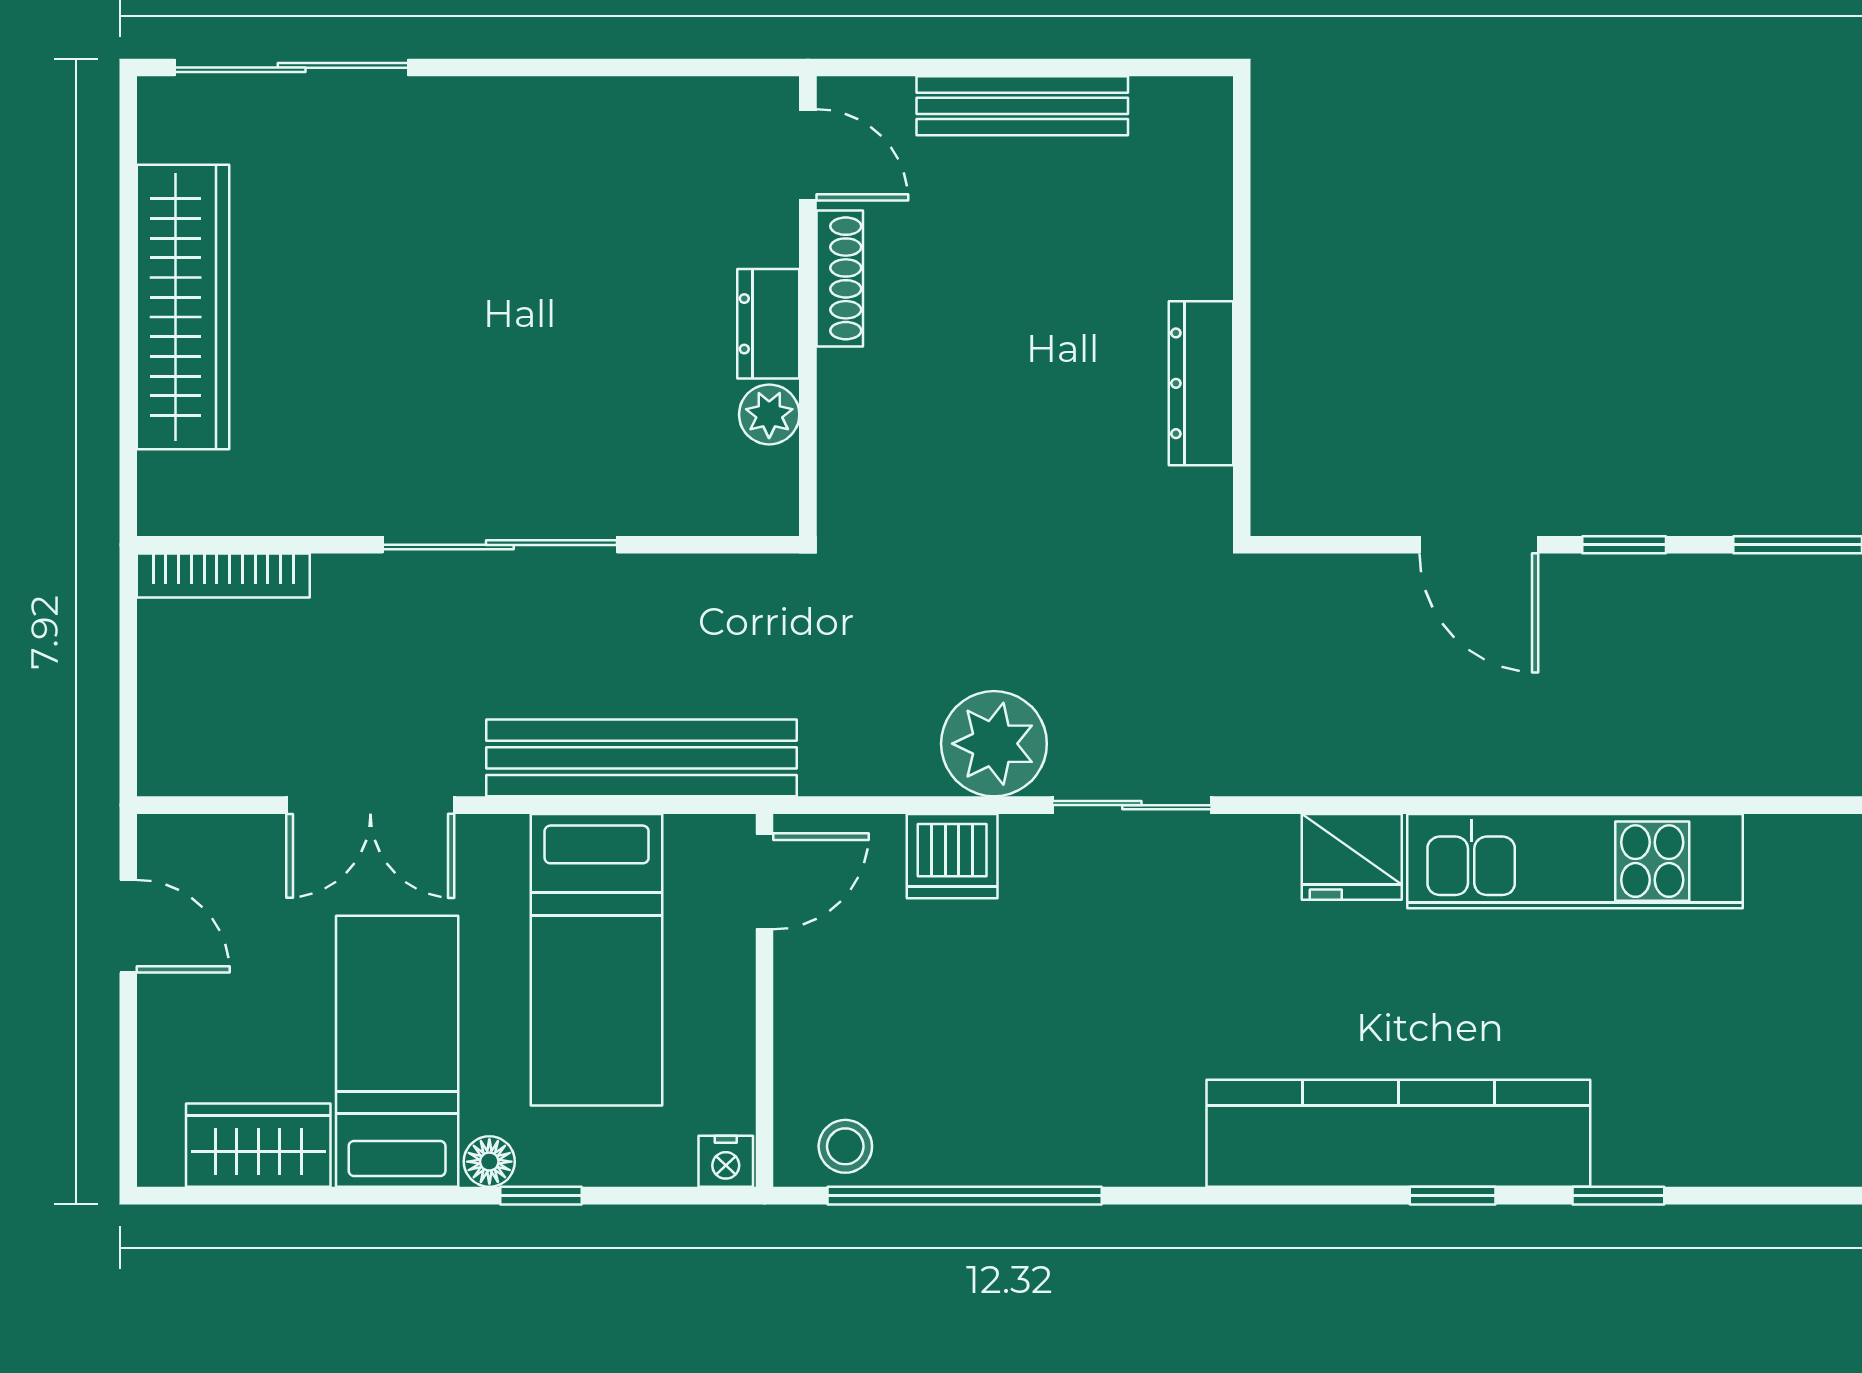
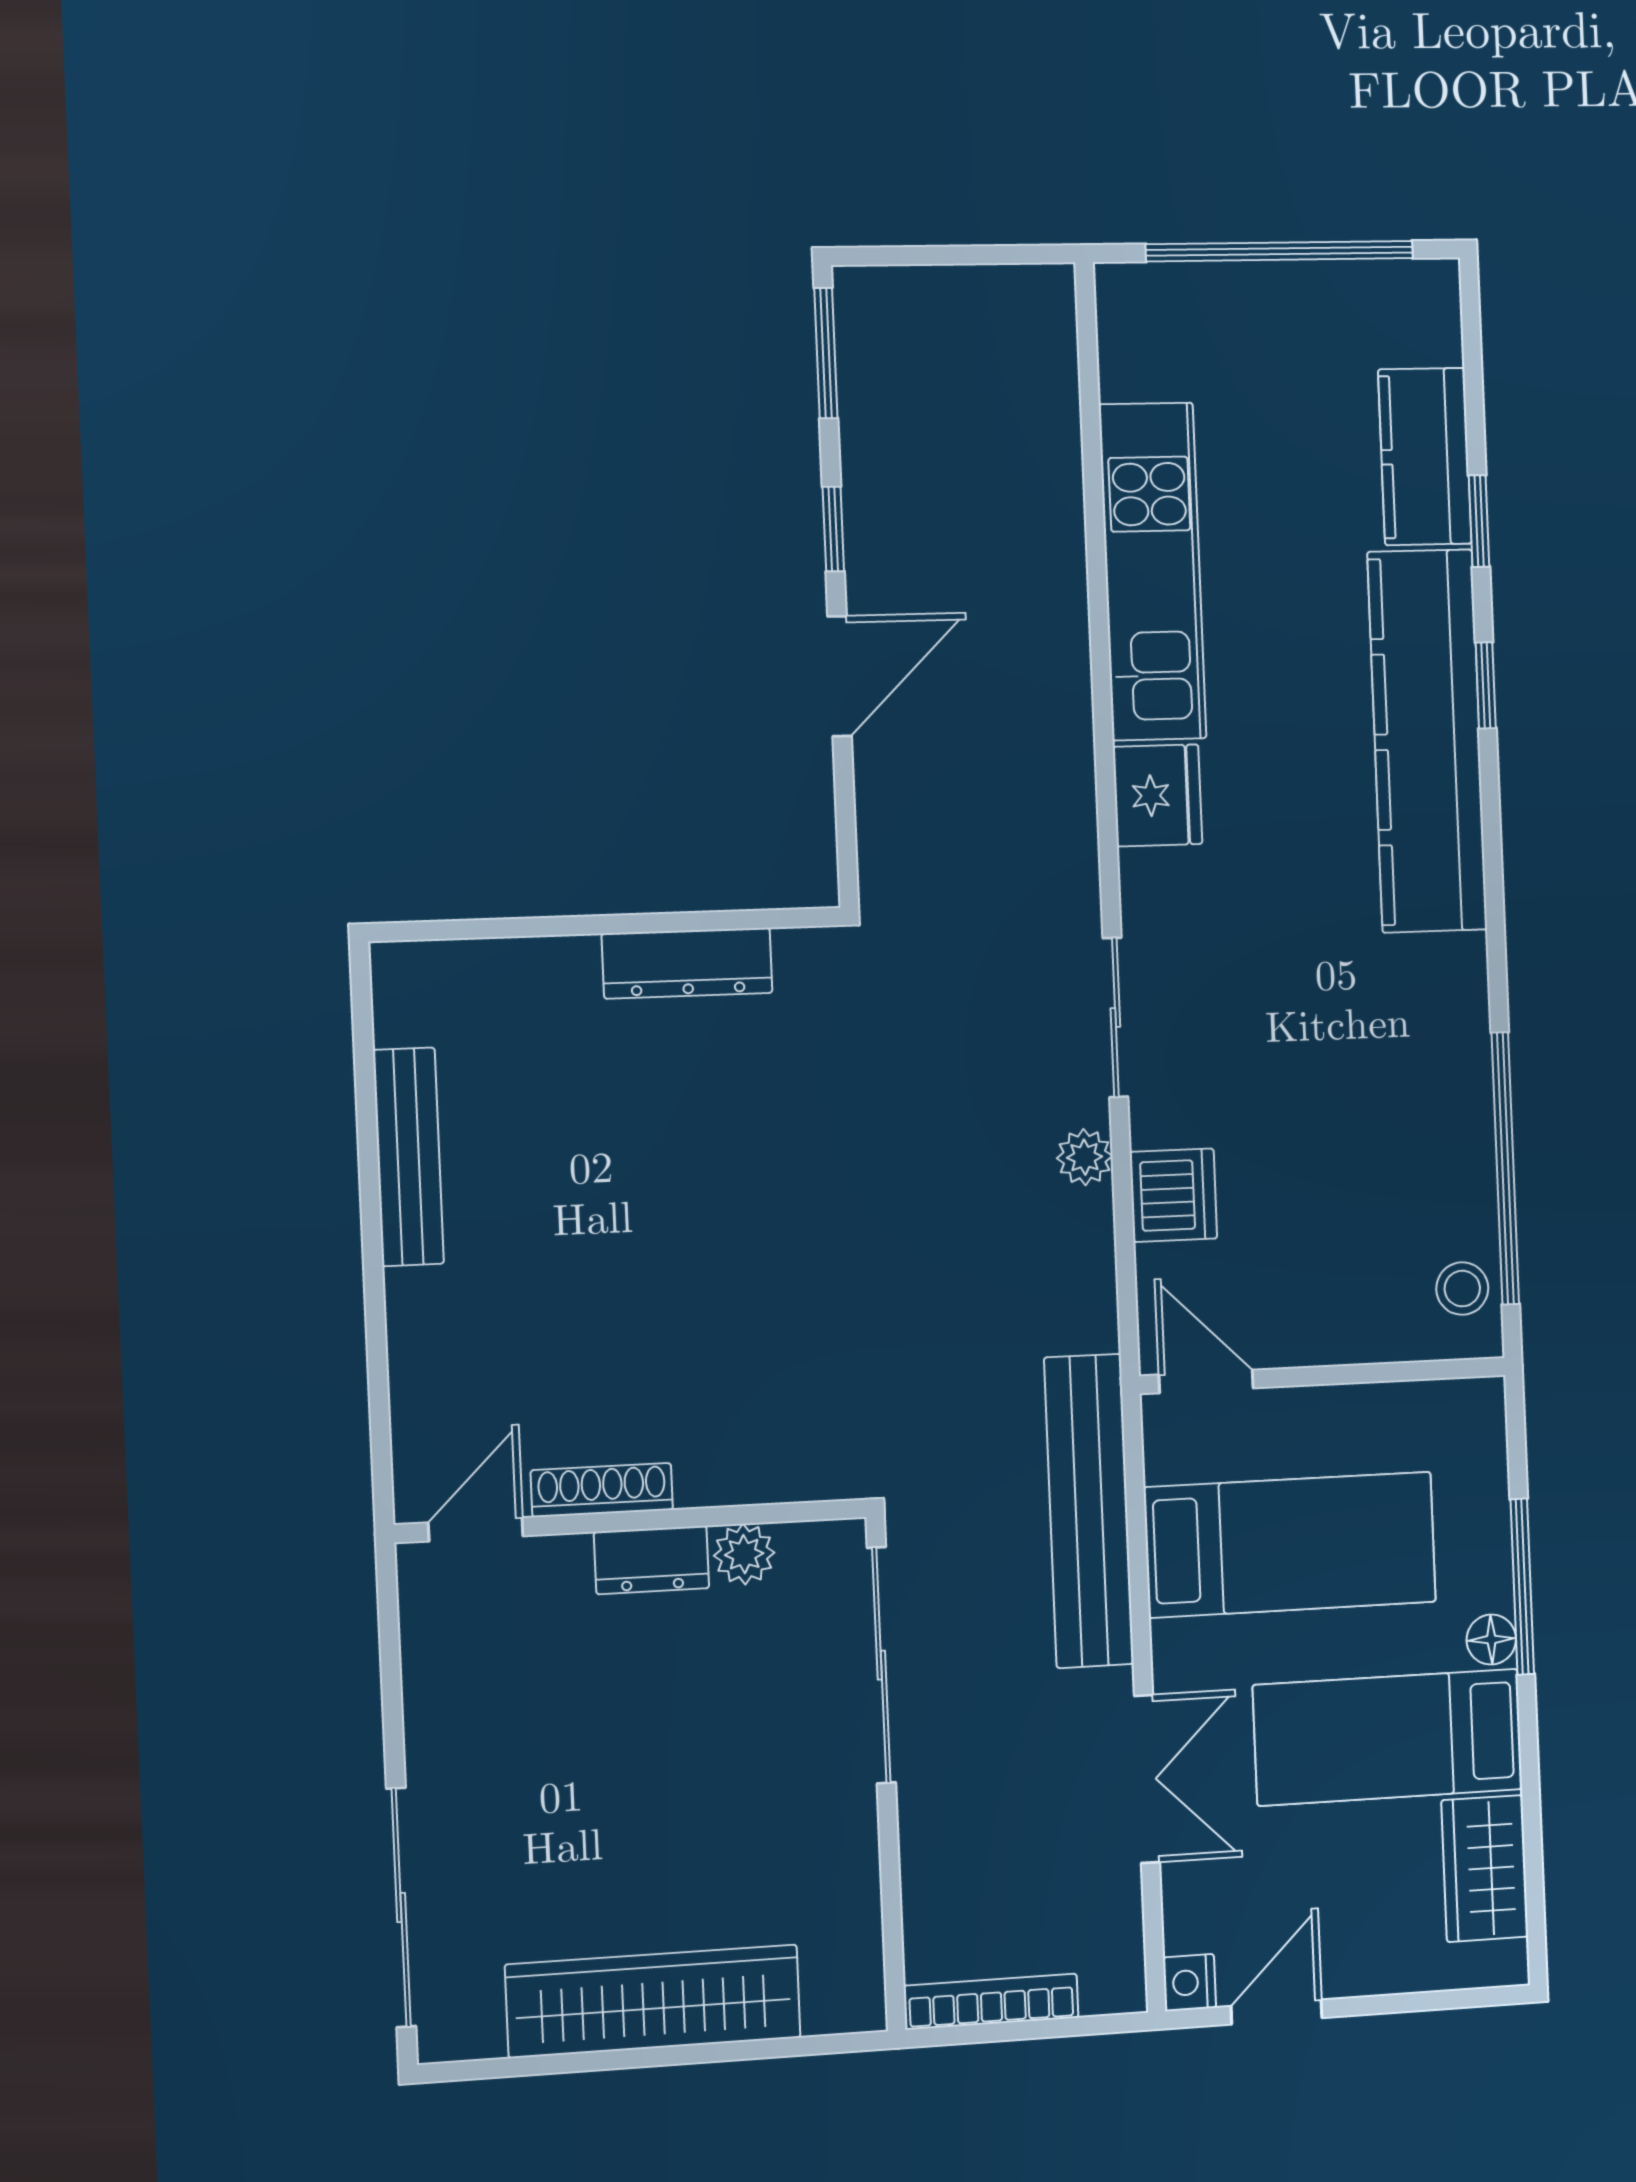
door: (808, 155) -> (476, 1529), moved
shoe rack: (840, 278) -> (602, 1490), moved
wall: (808, 306) -> (632, 1521), moved
dresser: (768, 324) -> (652, 1560), moved
plant: (769, 414) -> (744, 1554), moved
bookcase: (223, 576) -> (991, 2002), moved, turned -90
plant: (994, 744) -> (1085, 1157), width x0.53, depth x0.53
kitchen counter: (1684, 1143) -> (1425, 457), added
nightstand: (726, 1161) -> (1190, 1983), moved, turned 180
window: (541, 1196) -> (1522, 1587), width x2.17

